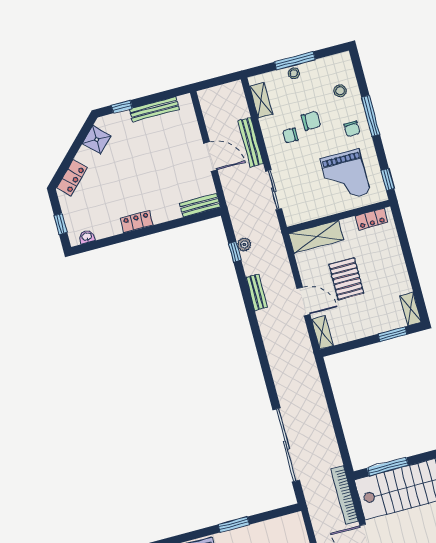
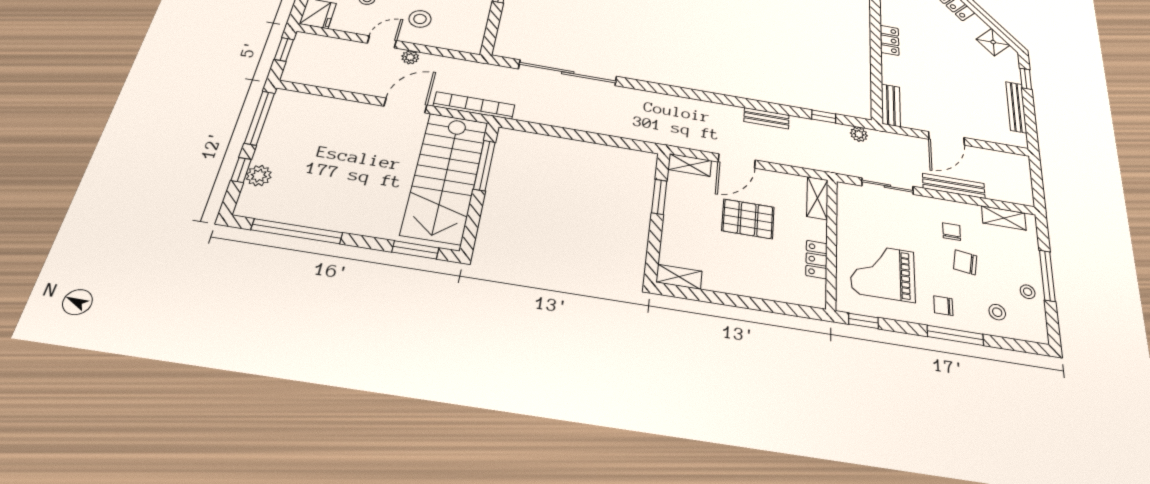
stool: (294, 73) -> (1028, 292), moved
chair: (311, 121) -> (965, 262), turned 98
locker: (371, 219) -> (817, 259), moved
shelving: (316, 237) -> (817, 198), width x0.67, depth x0.75
plant: (244, 244) -> (859, 134), moved
window: (392, 334) -> (659, 197), moved

